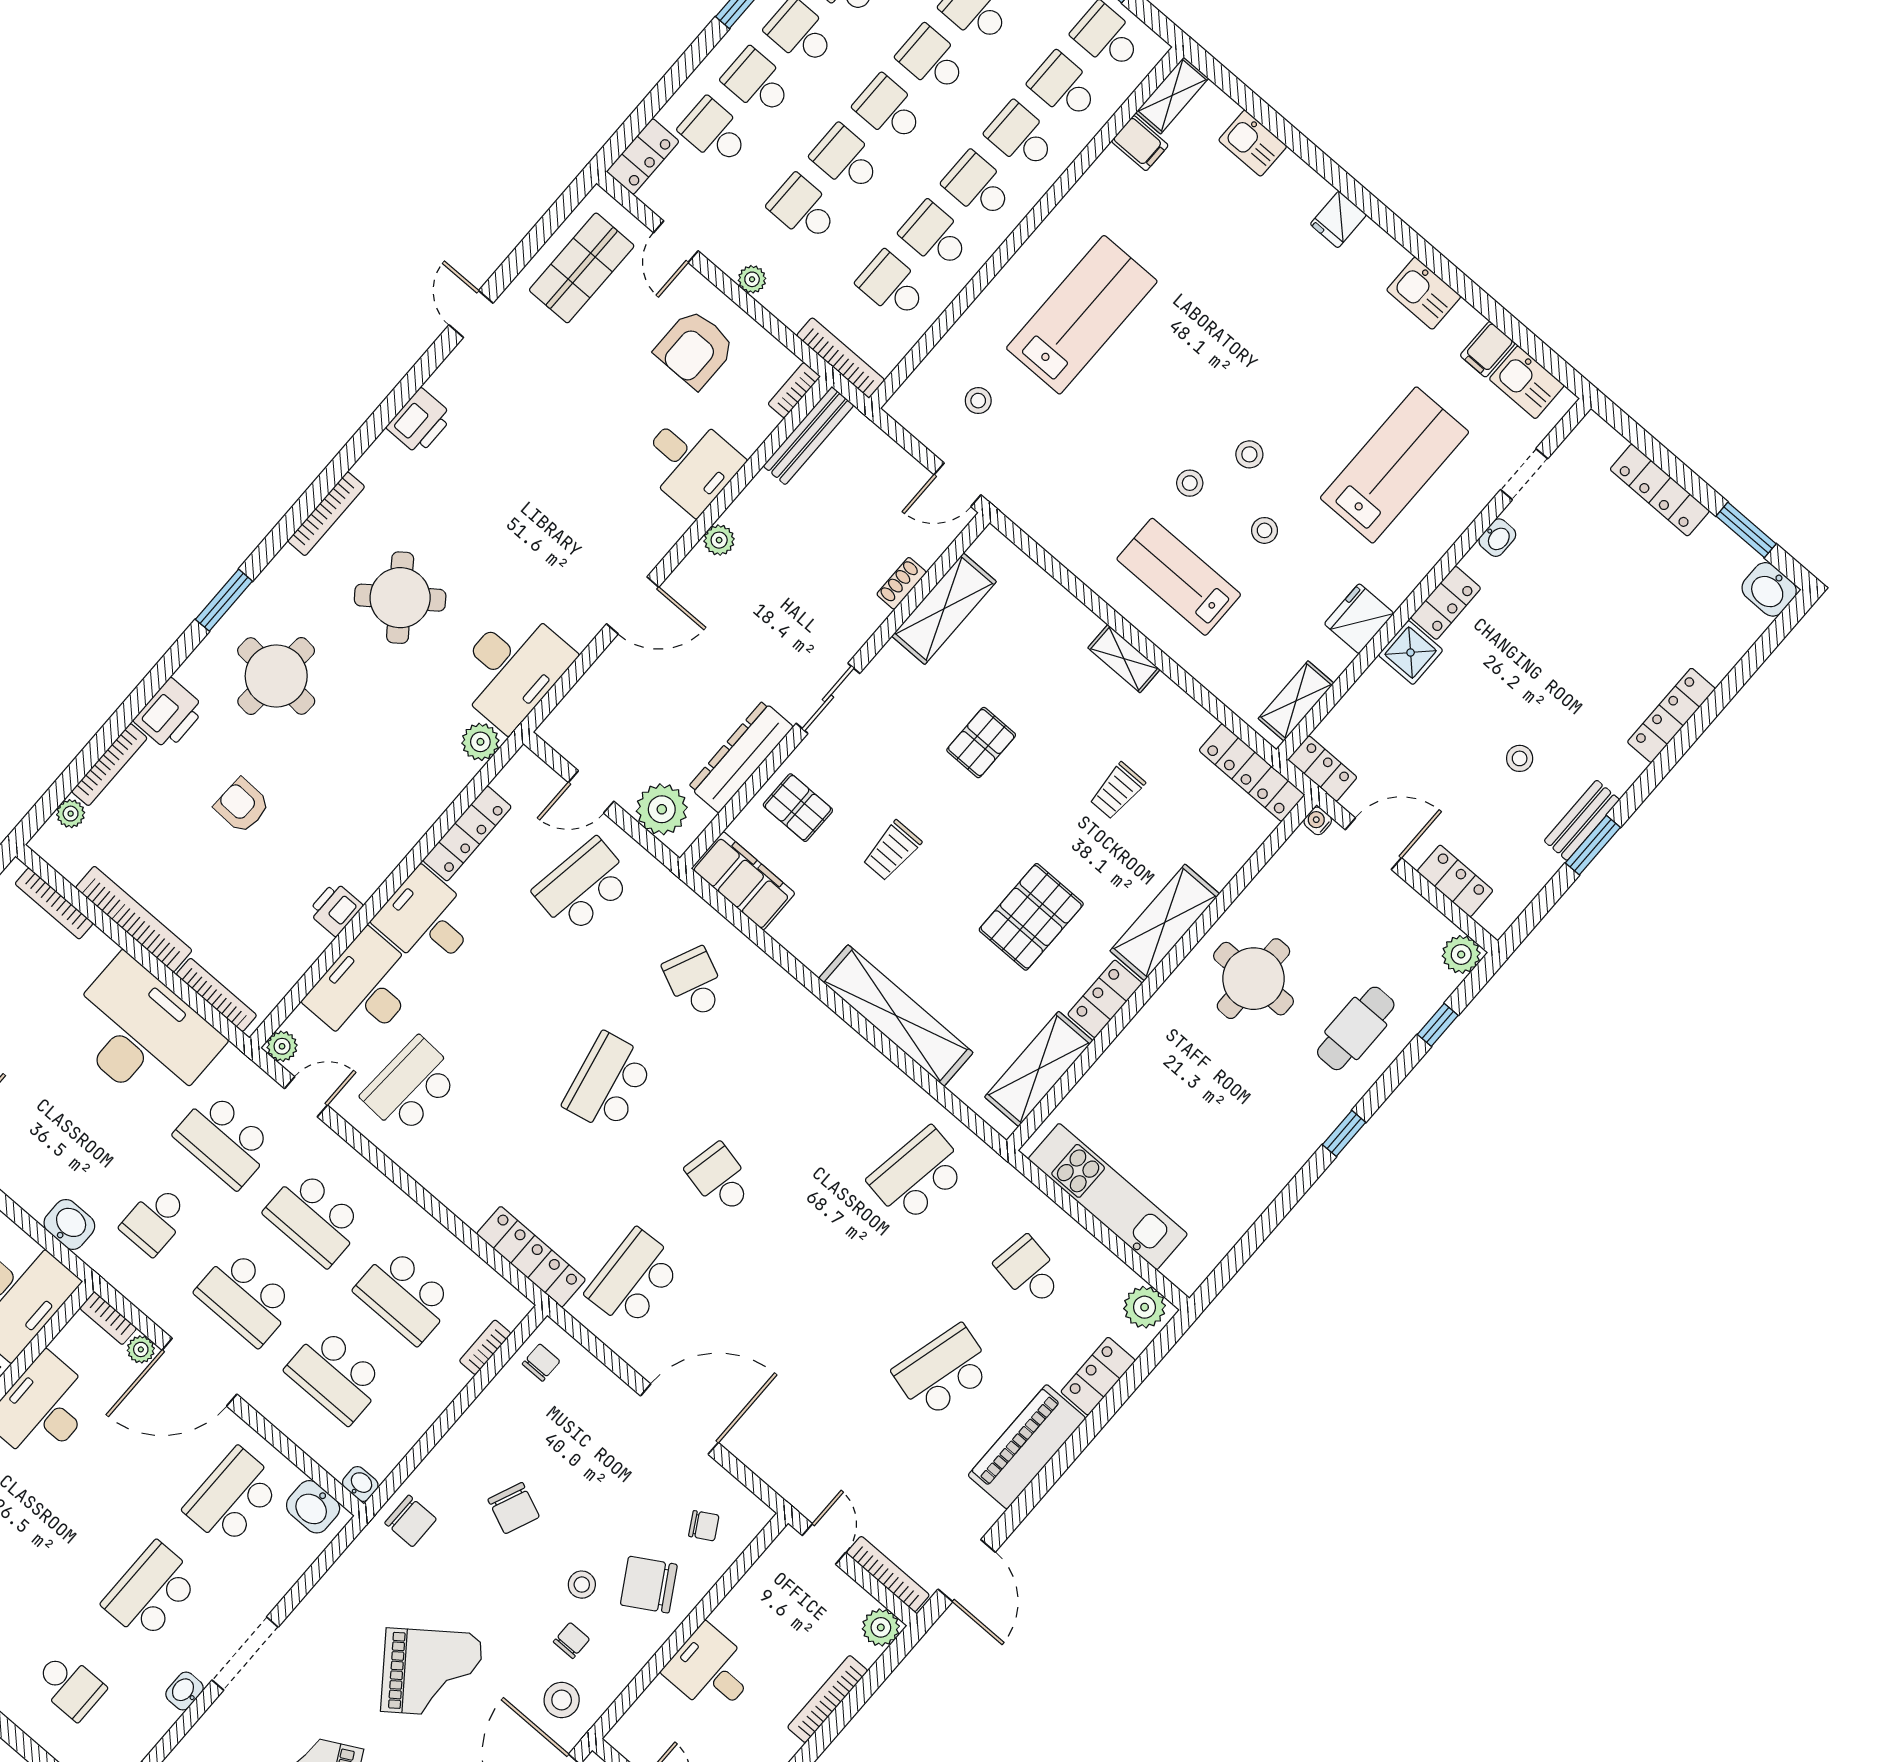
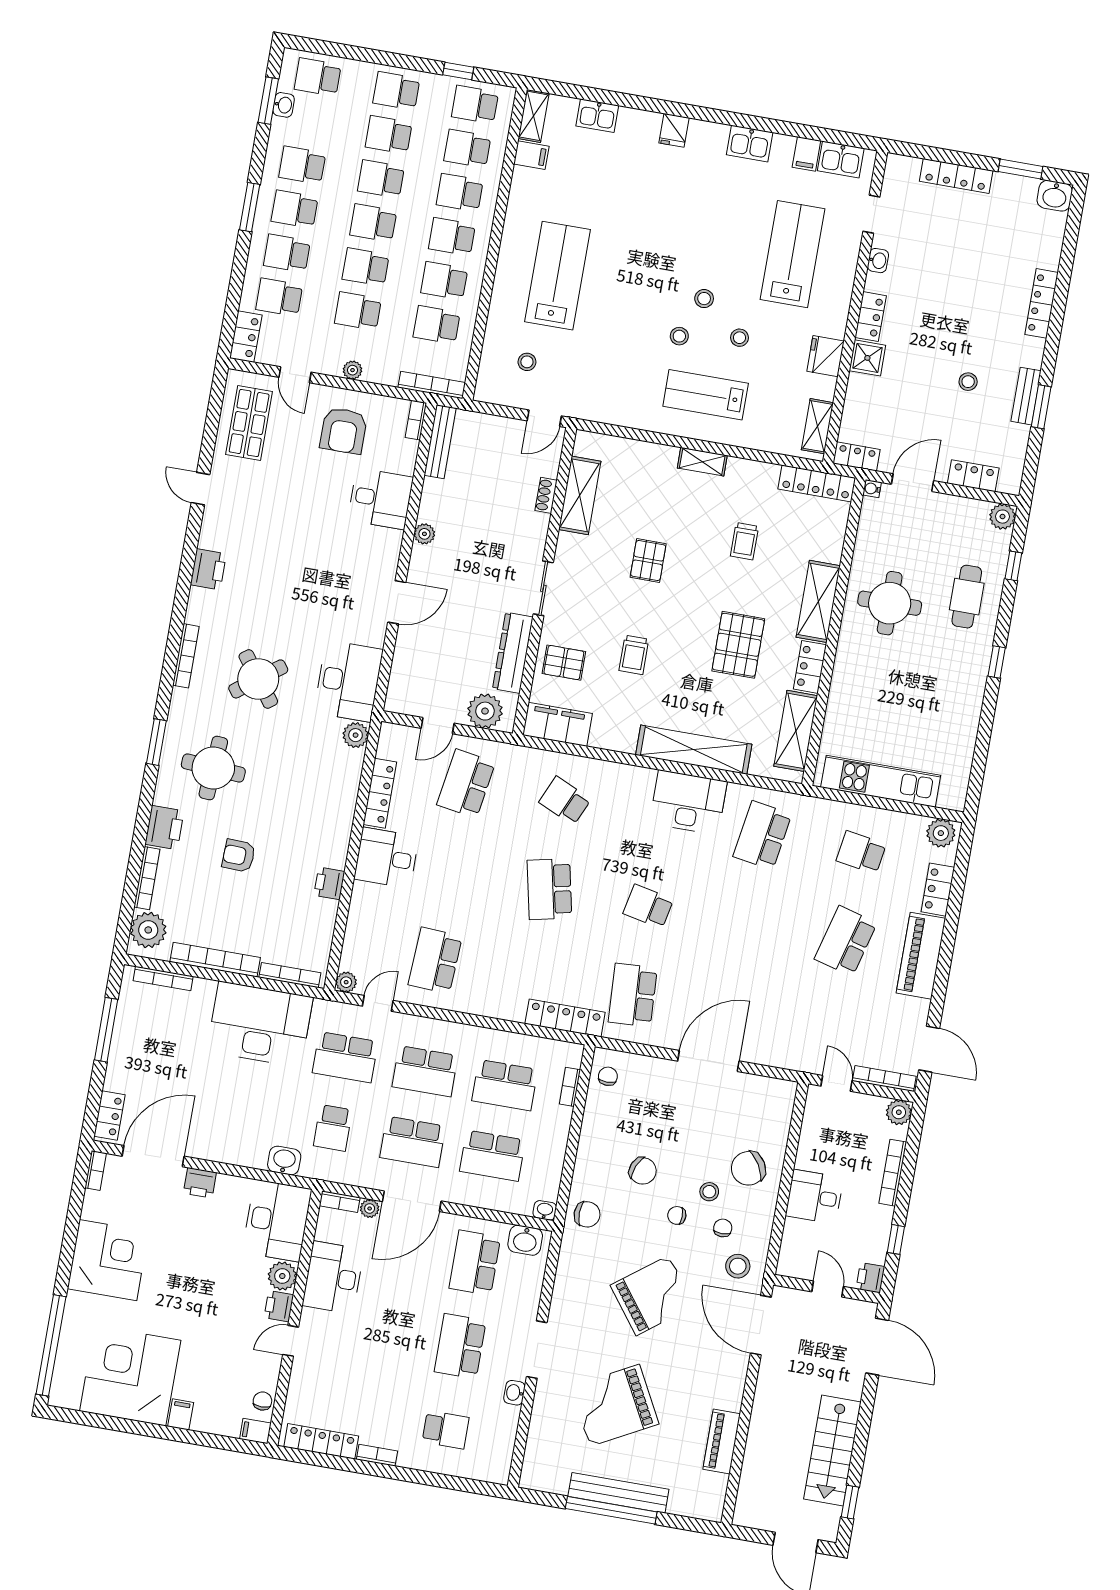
plant: (71, 814) -> (148, 930), width x1.88, depth x1.88
desk: (364, 989) -> (688, 802), moved, turned 90
chair: (704, 1526) -> (677, 1215), moved, turned -150

